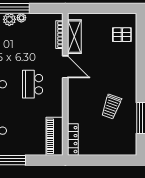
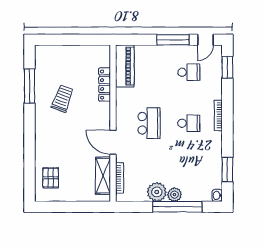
plant: (21, 18) -> (157, 192), width x1.87, depth x1.87
pallet: (122, 35) -> (51, 178), turned 90
locker: (73, 140) -> (105, 85), moved

